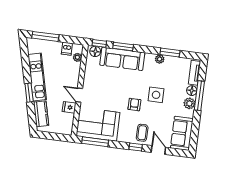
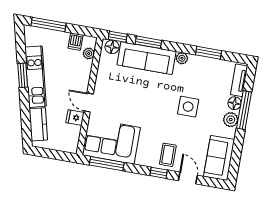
plant: (160, 59) -> (182, 58), moved
window: (29, 93) -> (23, 75), moved
armchair: (134, 105) -> (160, 118), removed

